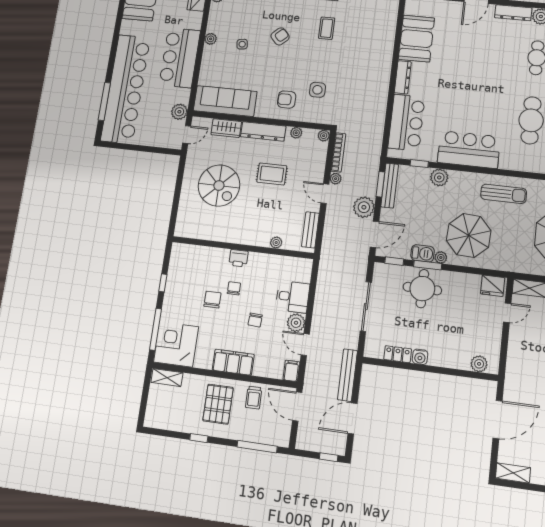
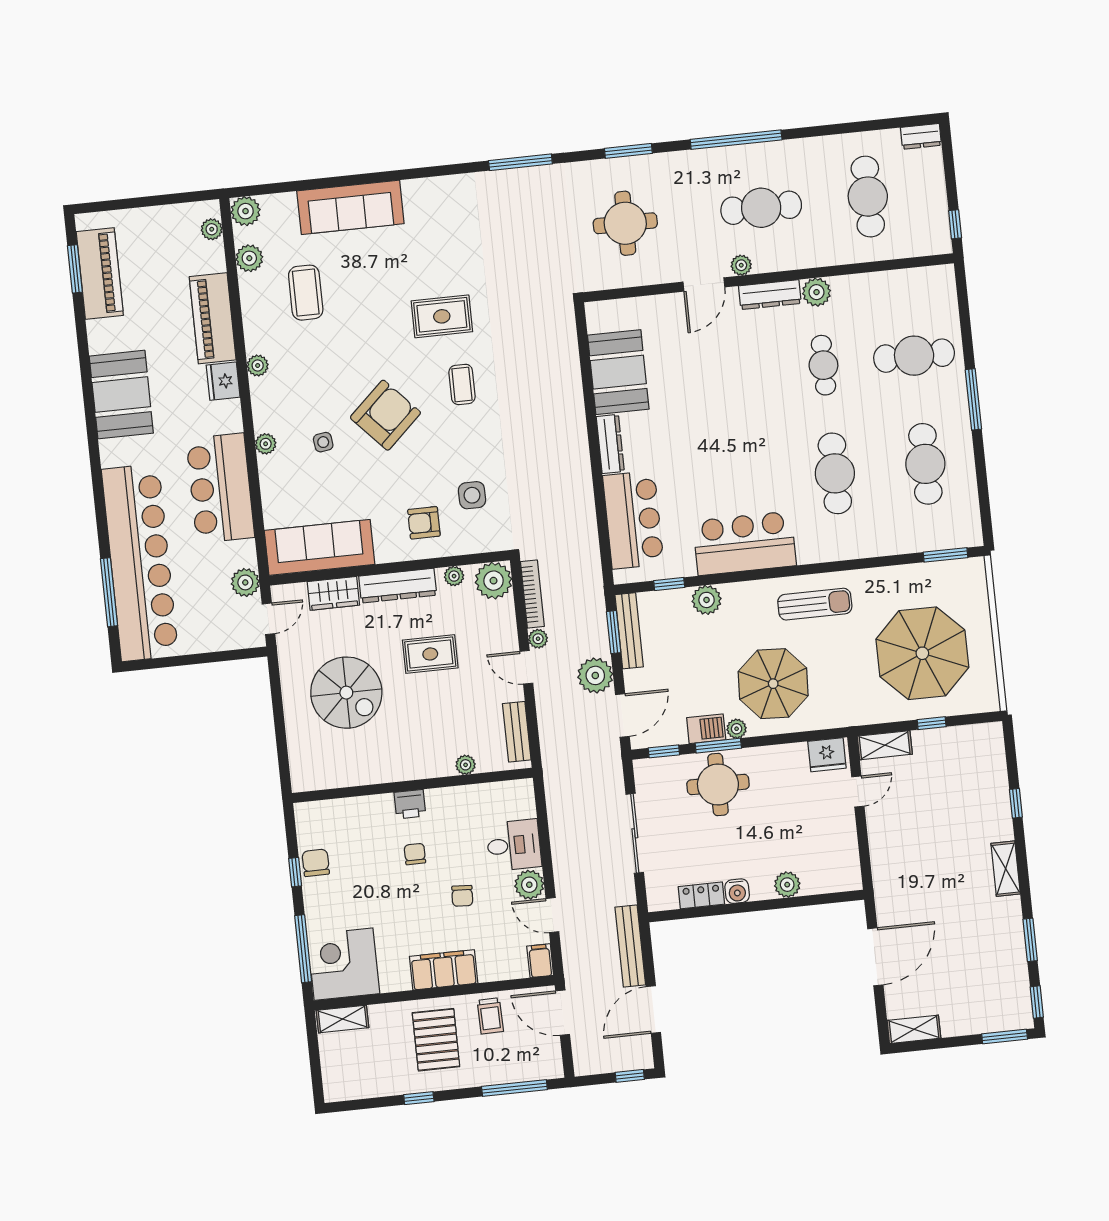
armchair: (280, 36) -> (385, 415), width x1.88, depth x1.88
plant: (324, 136) -> (494, 581), width x1.88, depth x1.88
chair: (212, 300) -> (316, 863), moved
plant: (479, 364) -> (787, 885), moved

